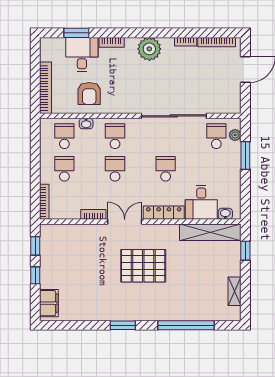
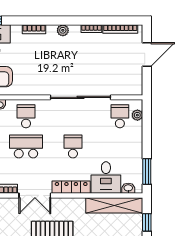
bookcase: (112, 42) -> (34, 29), moved
plant: (149, 49) -> (63, 30), width x0.53, depth x0.53
window: (245, 156) -> (147, 171), moved
school desk: (115, 169) -> (26, 146), width x1.85
double door: (125, 222) -> (35, 195), swing flipped

